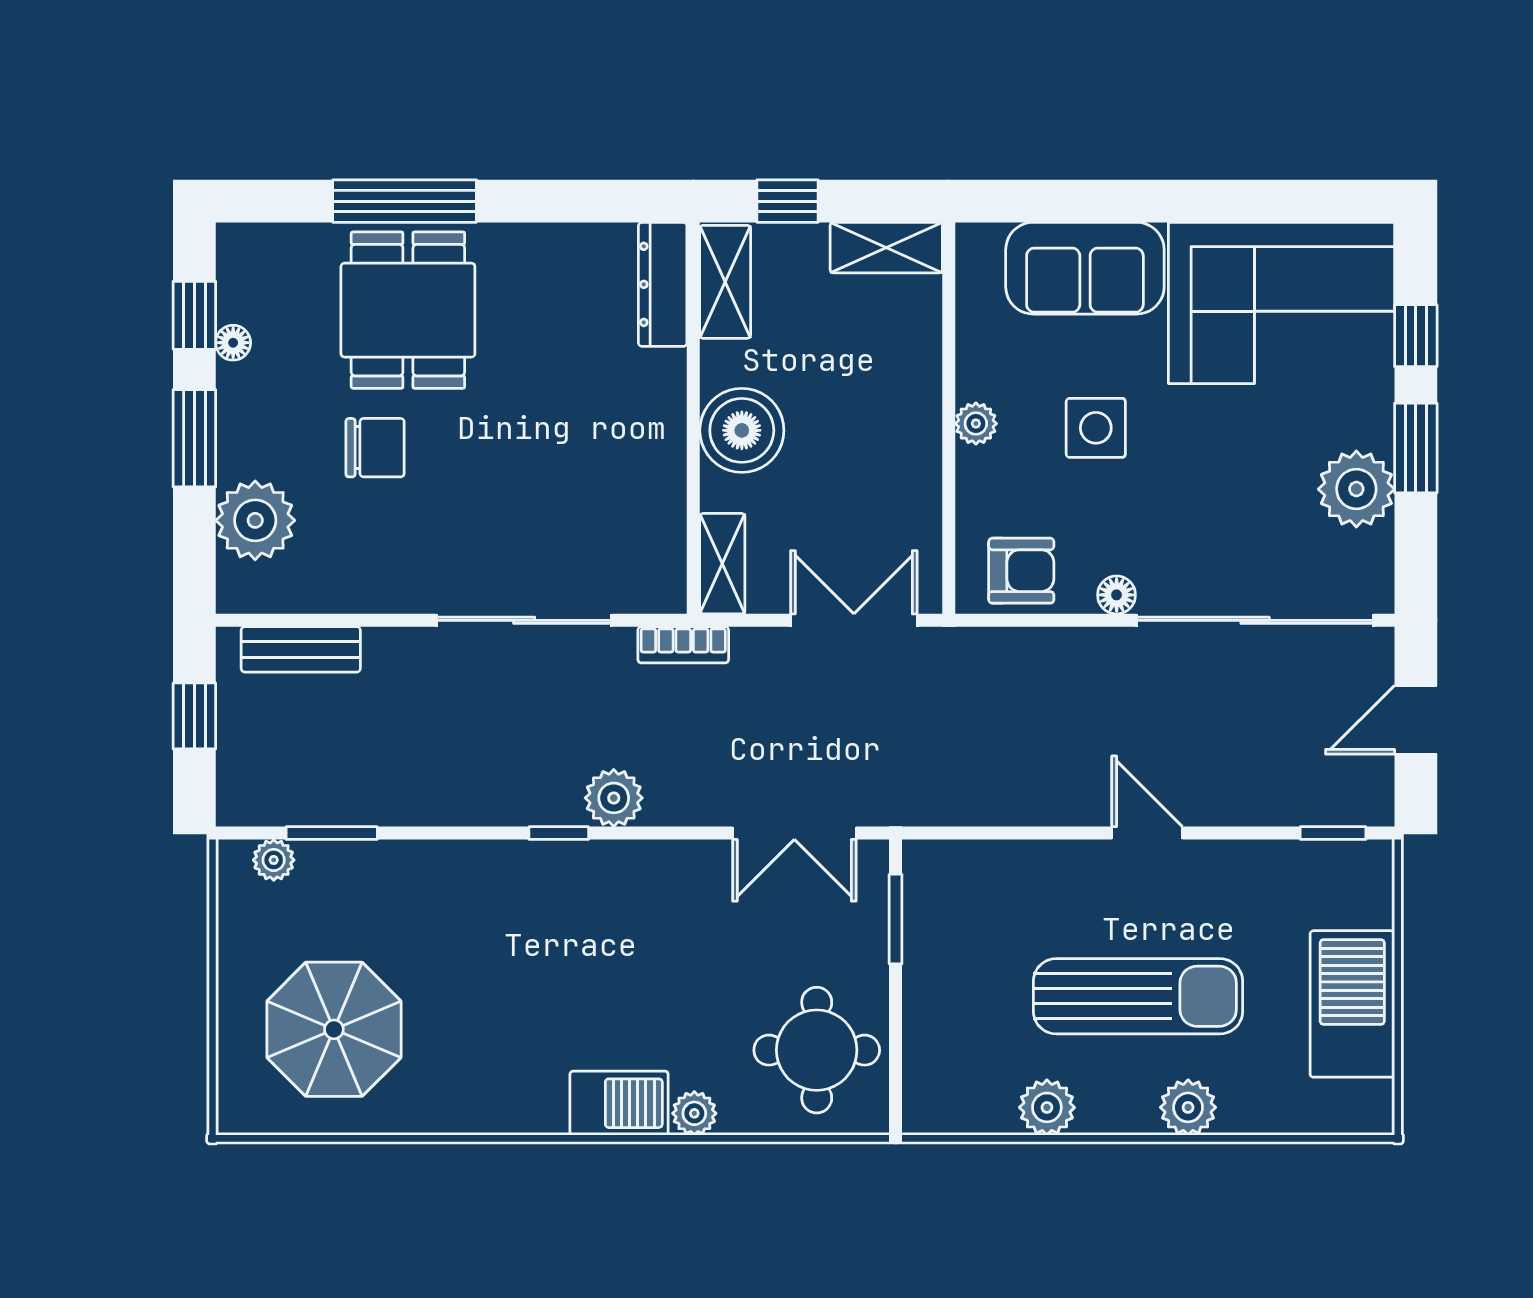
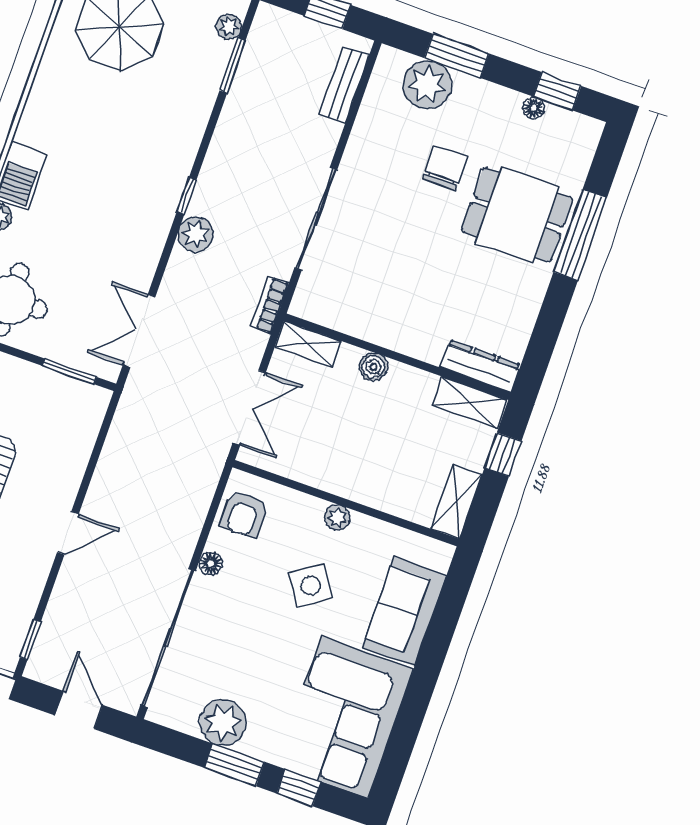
side table: (1096, 428) -> (311, 585), turned -33
boiler: (742, 430) -> (373, 367), width x0.54, depth x0.54
window: (194, 438) -> (457, 56), moved
chair: (375, 448) -> (445, 168), turned 180

